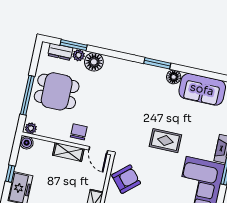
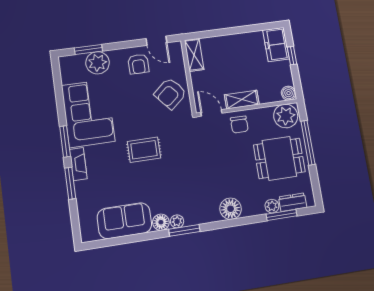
floor lamp: (94, 62) -> (231, 209), moved
plant: (160, 73) -> (177, 221), added
plant: (31, 128) -> (286, 116), width x1.87, depth x1.87

